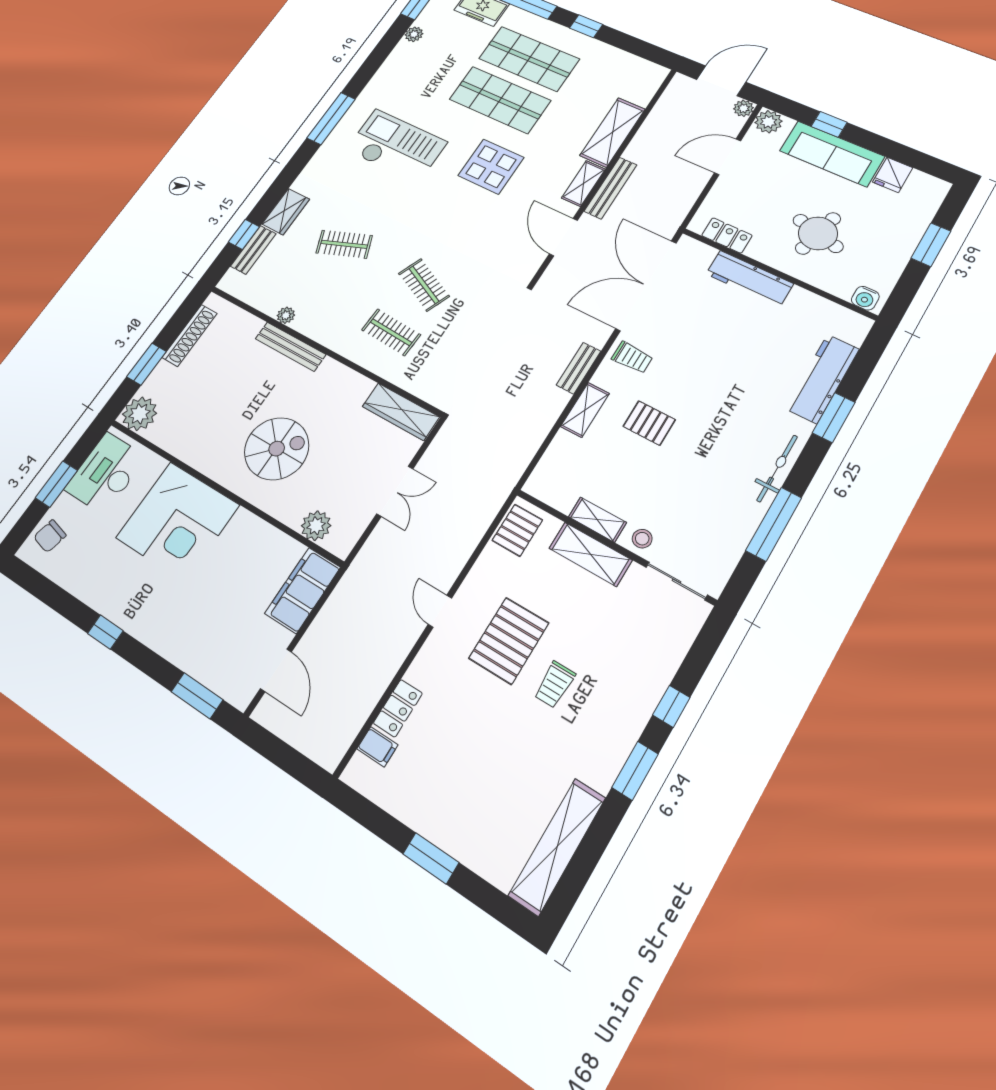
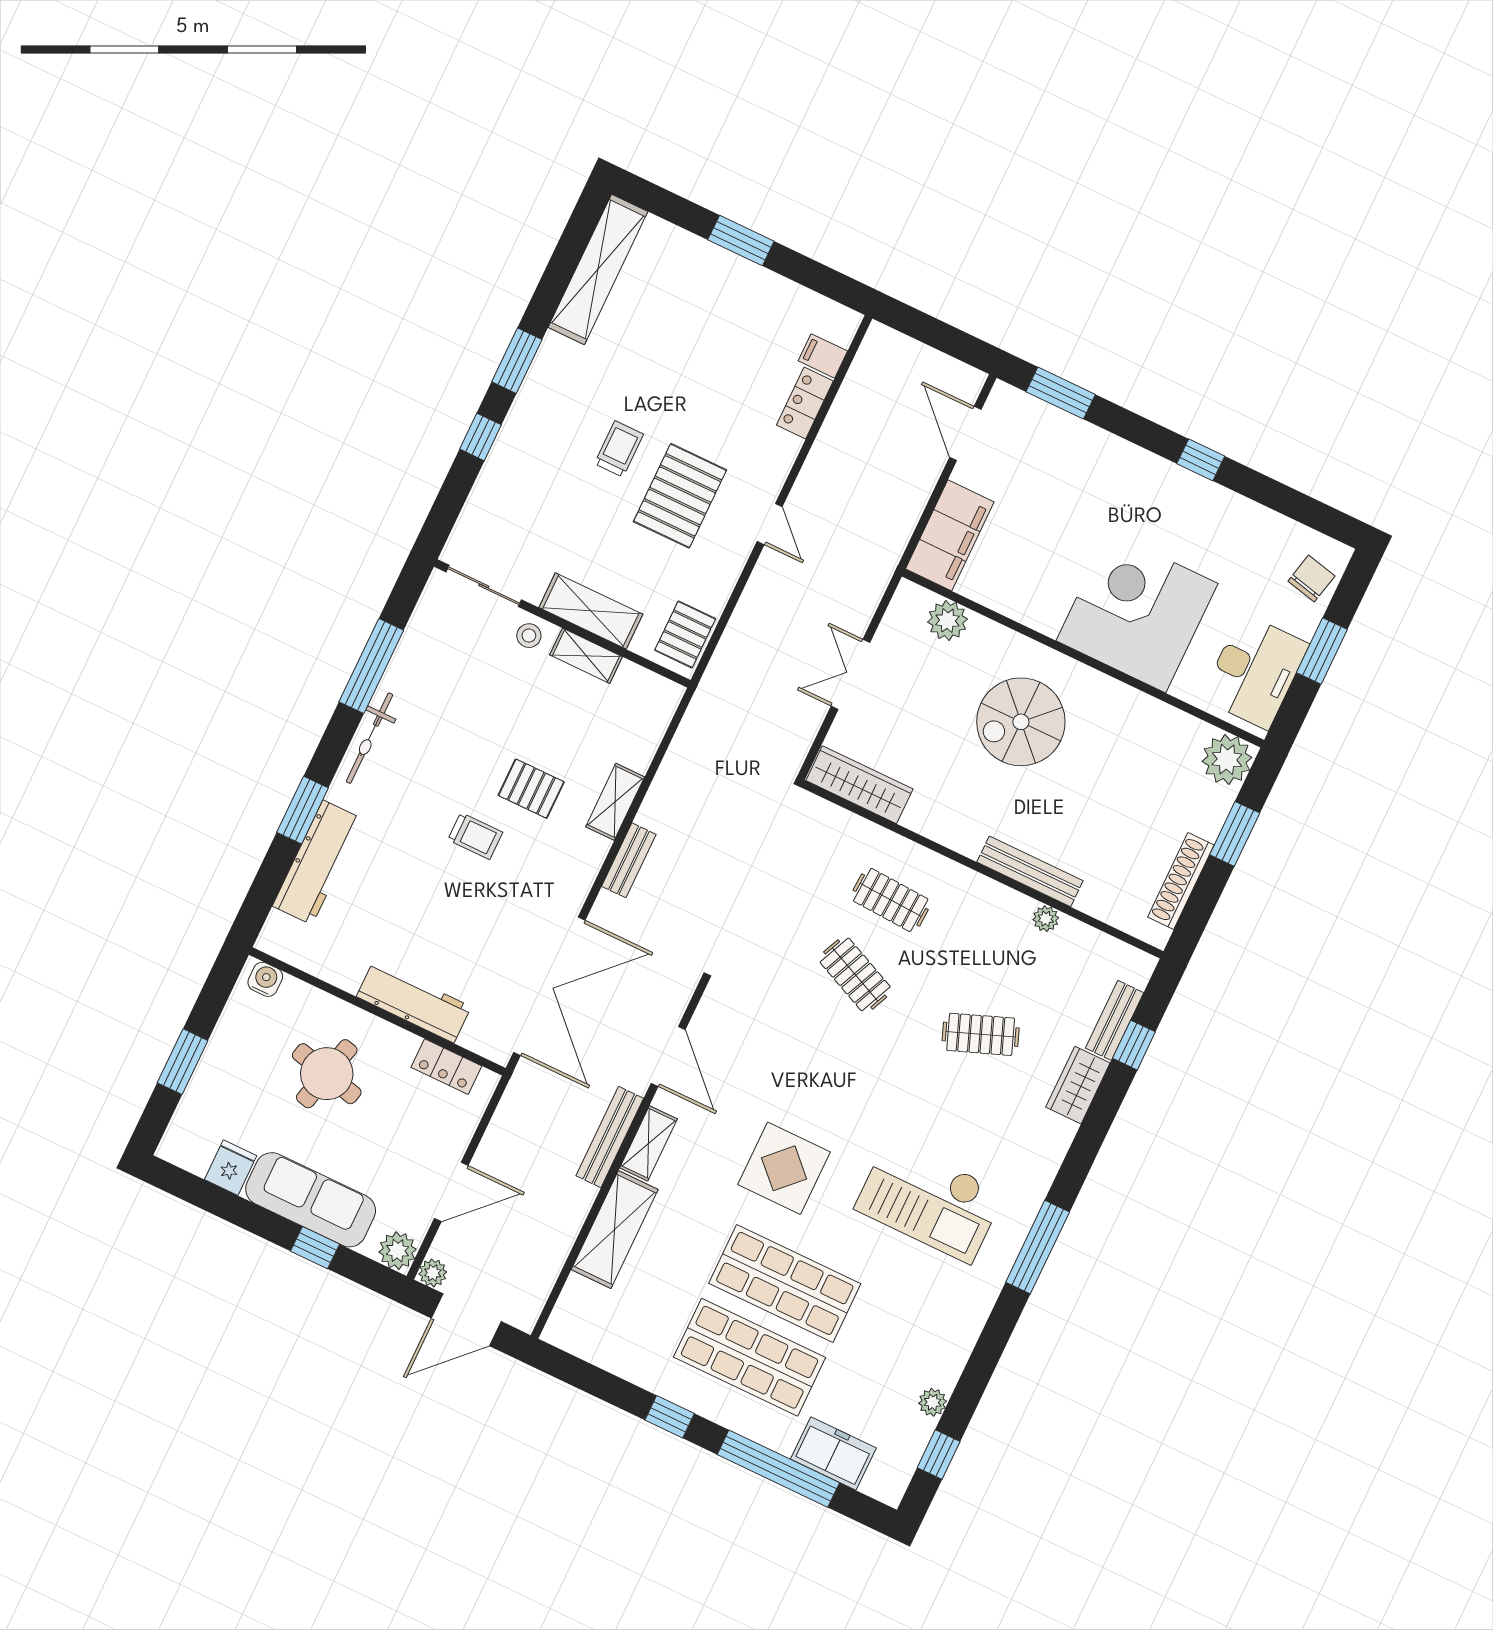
trolley: (632, 358) -> (475, 836), moved, turned 180

